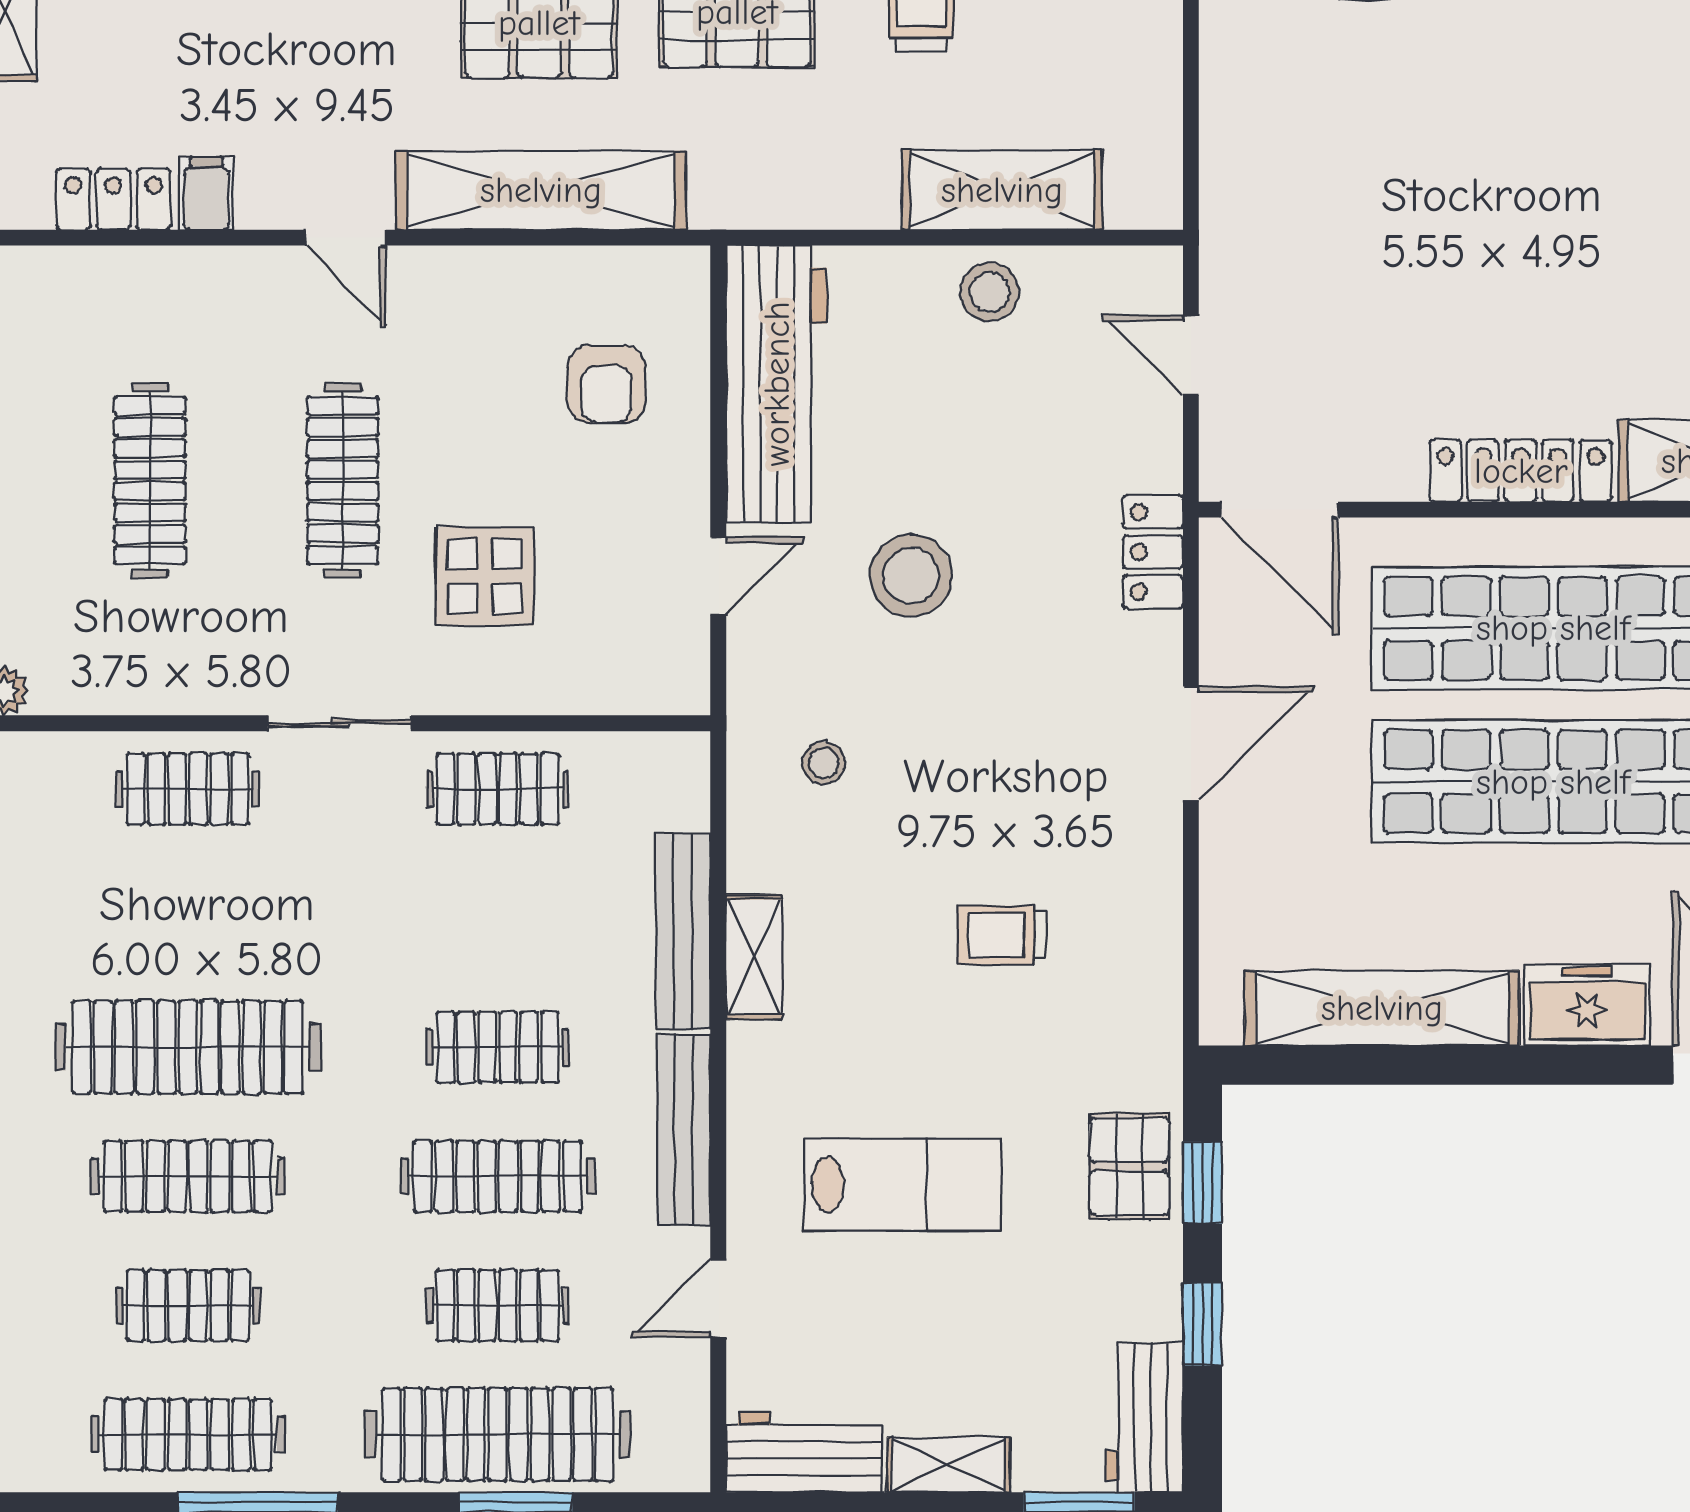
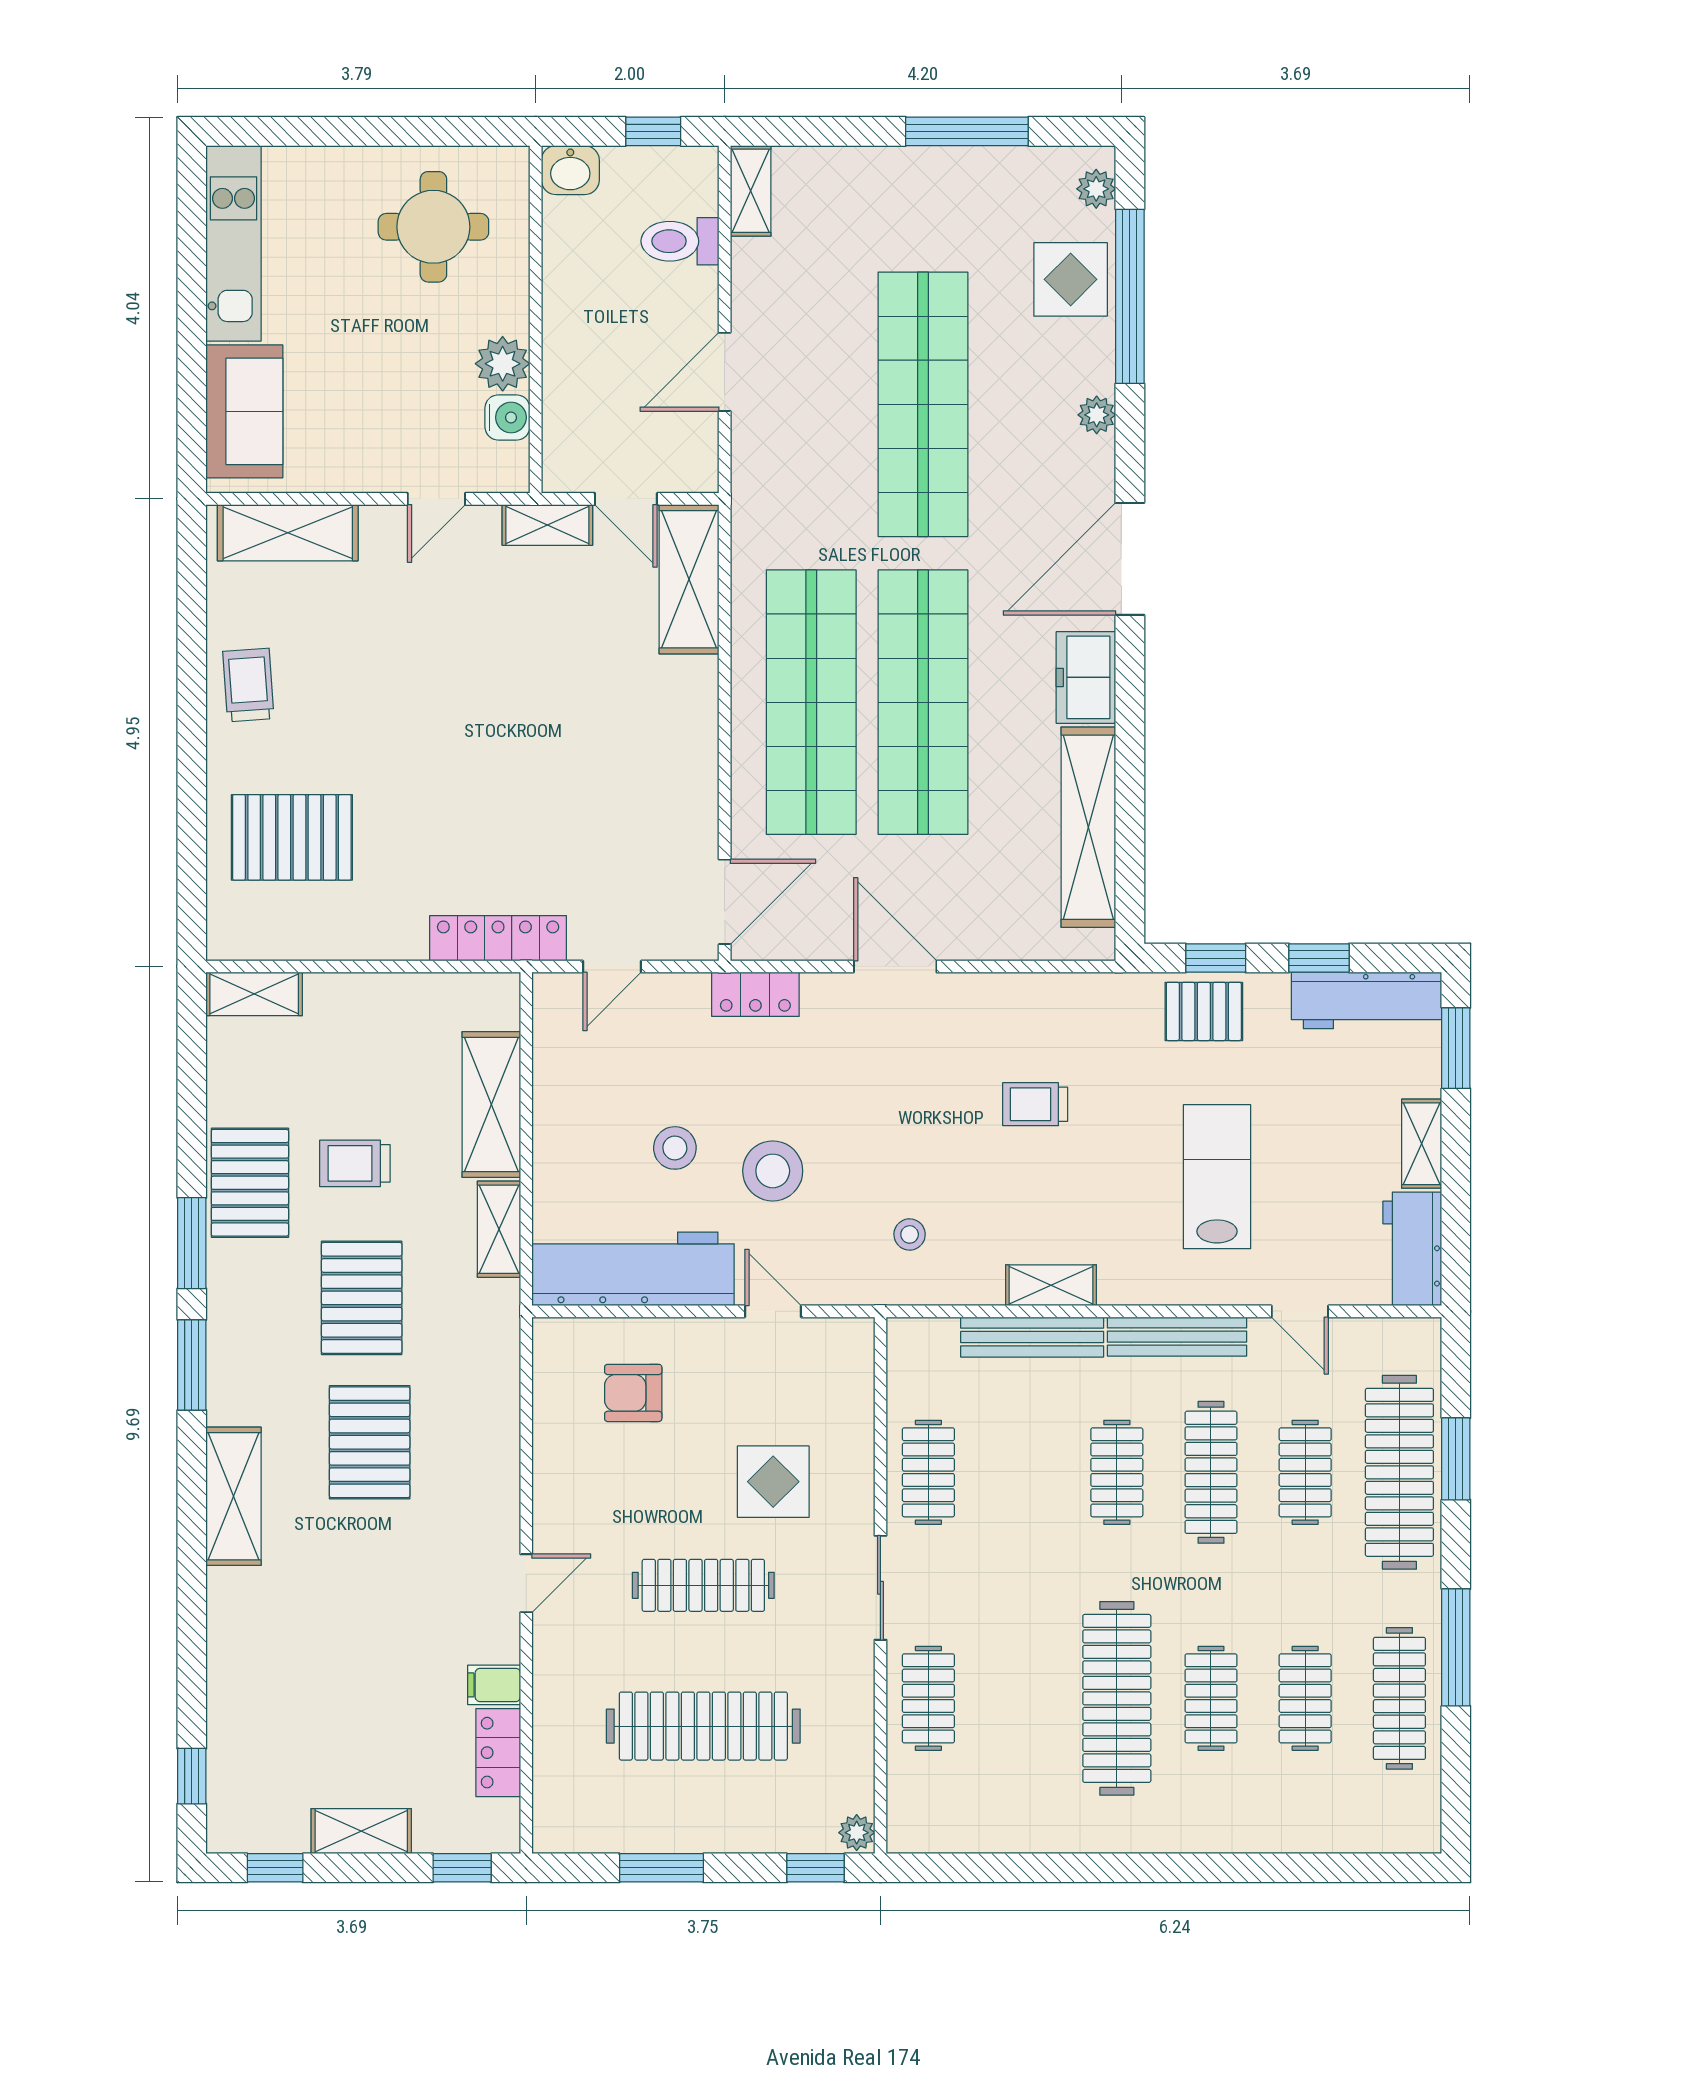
shelving: (541, 190) -> (499, 1229), moved, width x0.45, depth x0.75
stool: (990, 292) -> (675, 1148), moved
armchair: (607, 384) -> (633, 1393), turned 180
locker: (1521, 471) -> (498, 938), moved, turned 90
clothes rail: (150, 480) -> (703, 1726), width x1.37, depth x1.31
trolley: (1002, 935) -> (1035, 1104), turned 90
clothes rail: (188, 1176) -> (1211, 1698), width x0.73
workbench: (1144, 1418) -> (1366, 1000), width x1.38

